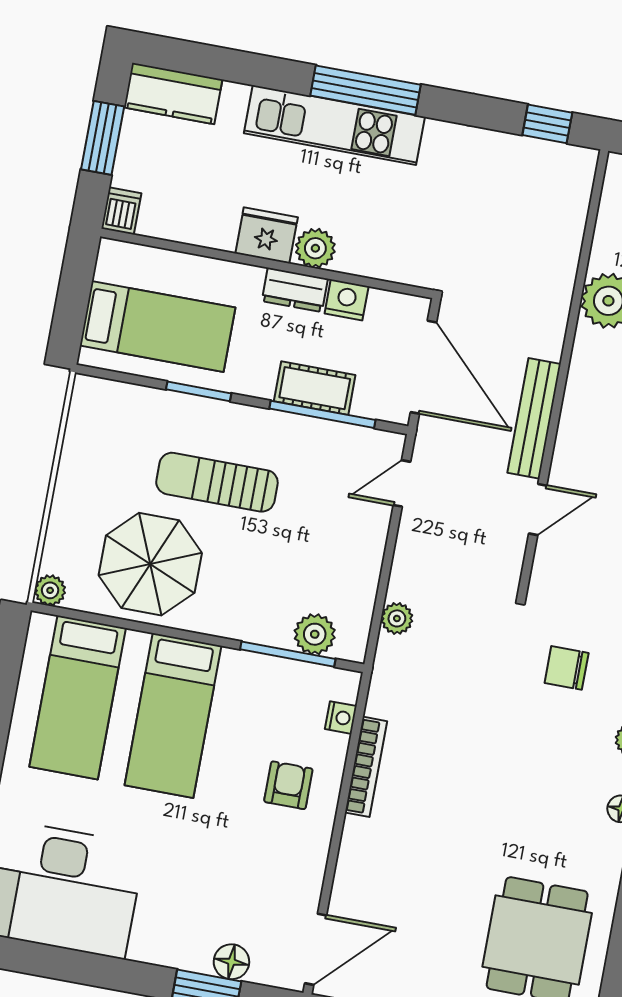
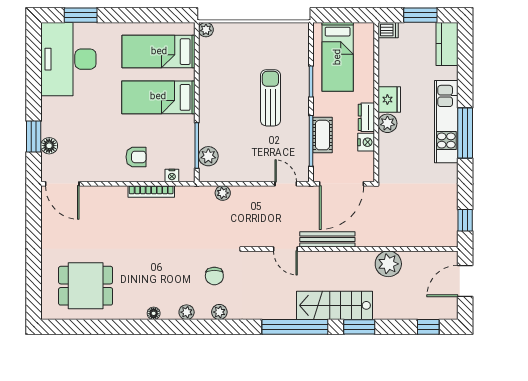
parasol: (150, 564) -> (227, 74), removed
chair: (567, 668) -> (214, 276), turned 180

